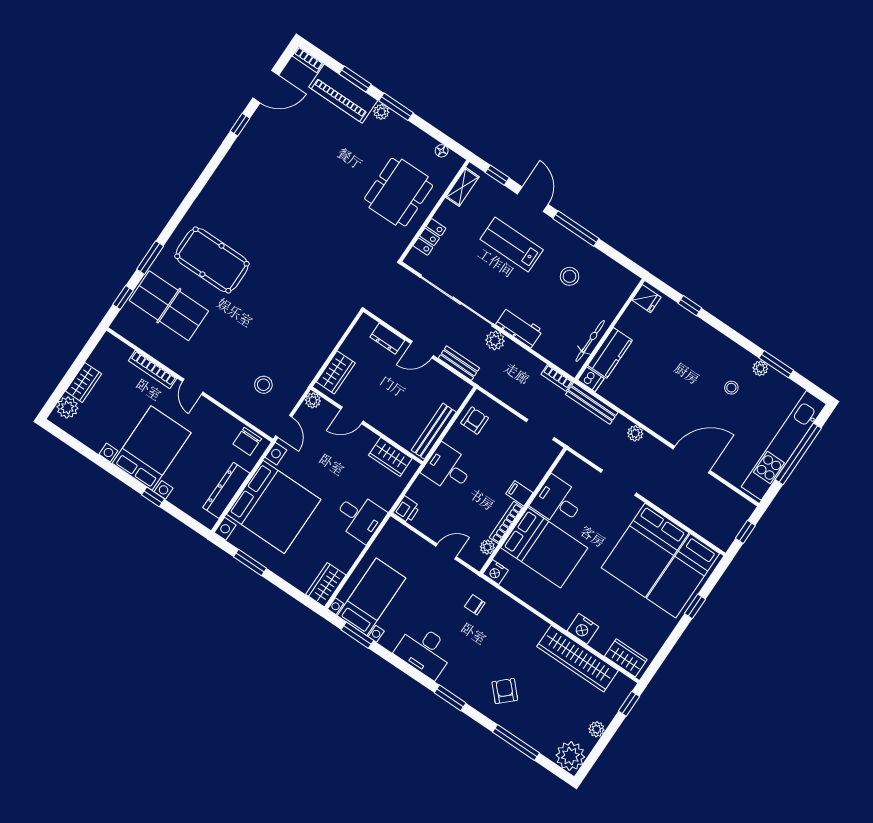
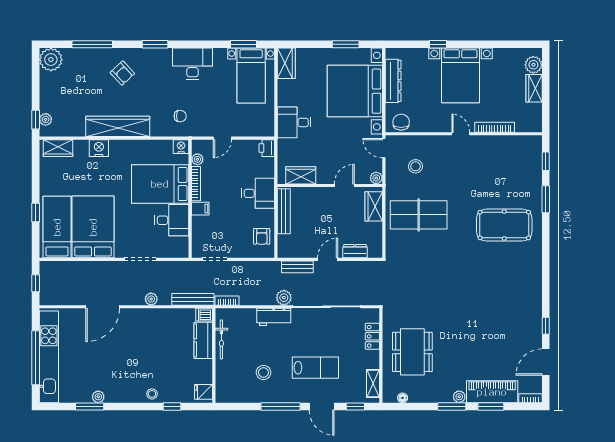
table tennis table: (169, 306) -> (419, 215), moved
stool: (731, 388) -> (152, 394), moved
wardrobe: (577, 659) -> (118, 126), moved
plant: (597, 729) -> (46, 119), moved

